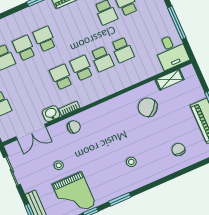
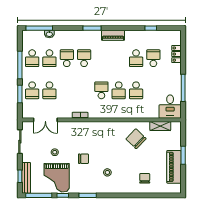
school desk: (61, 77) -> (49, 90), moved, turned 180
washbasin: (51, 114) -> (65, 113), removed
chair: (74, 127) -> (83, 159), moved

